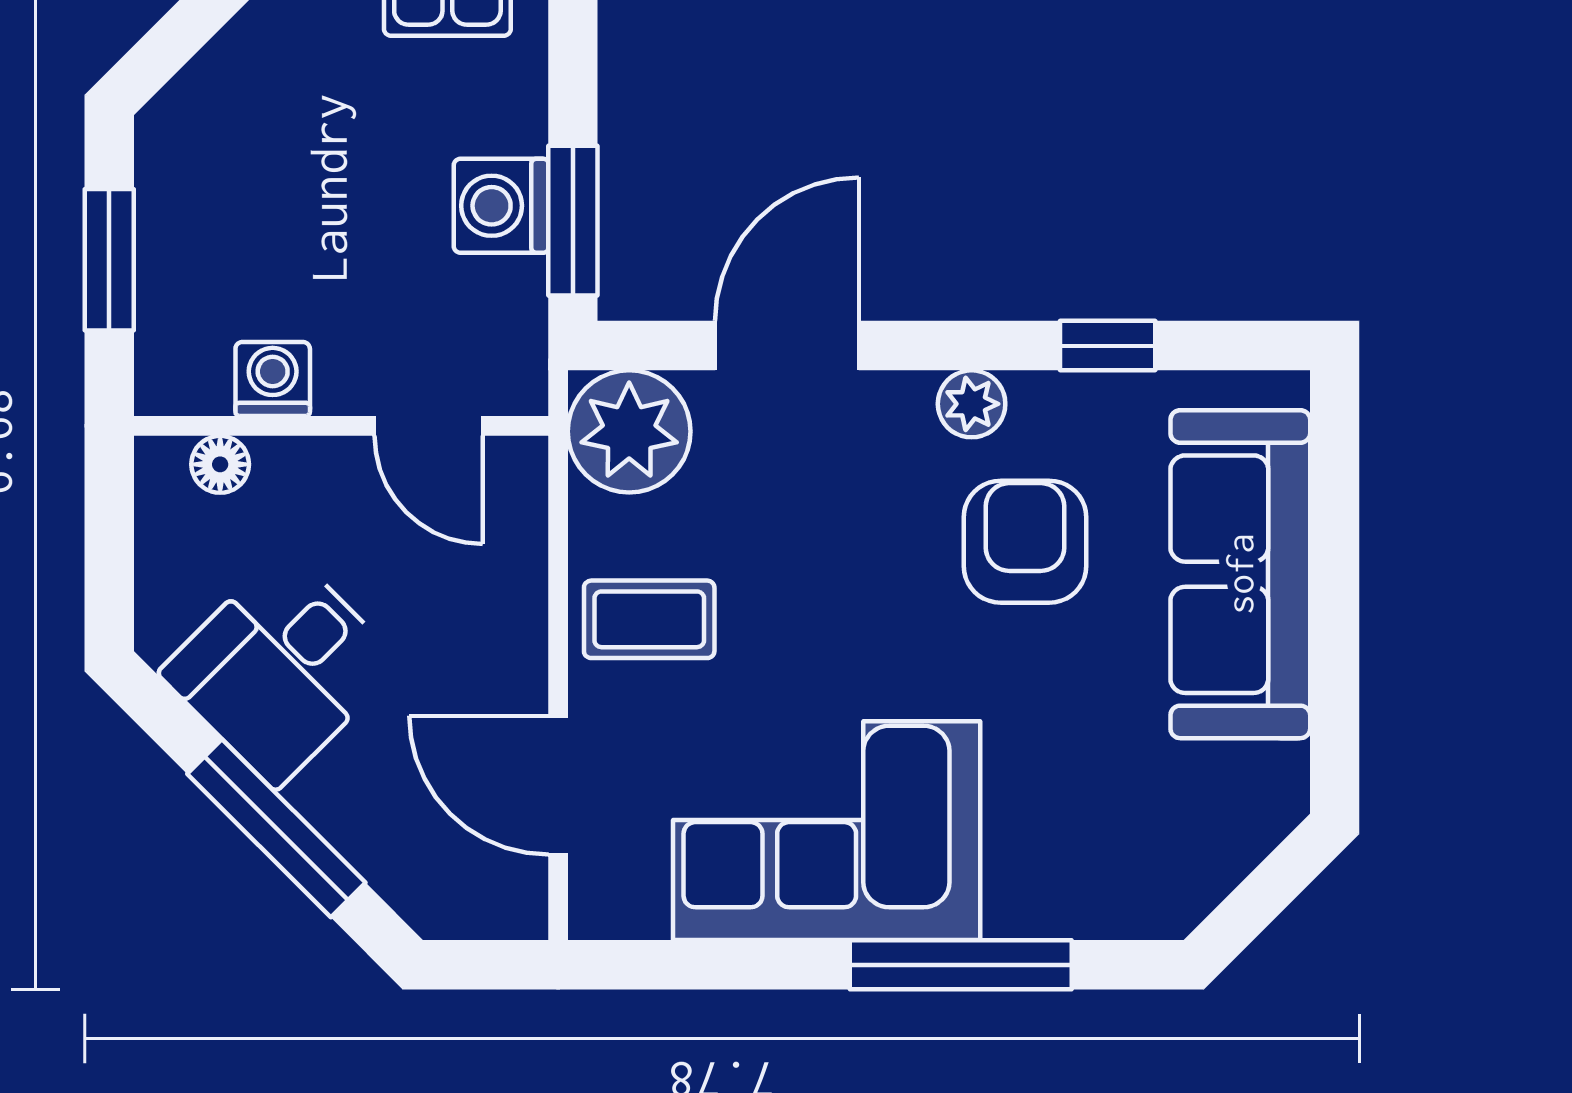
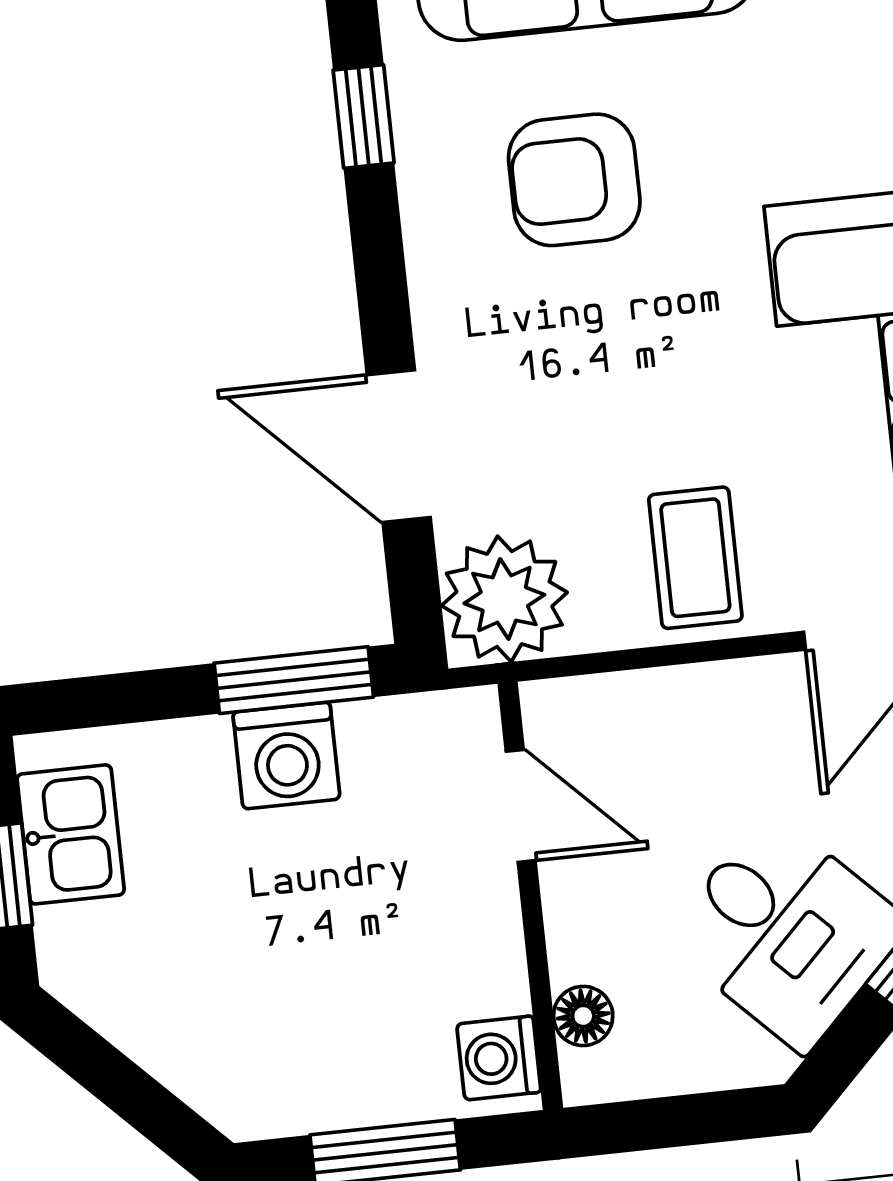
washing machine: (273, 379) -> (499, 1058), moved
plant: (972, 404) -> (438, 250), removed
door: (428, 426) -> (521, 806), hinge flipped

